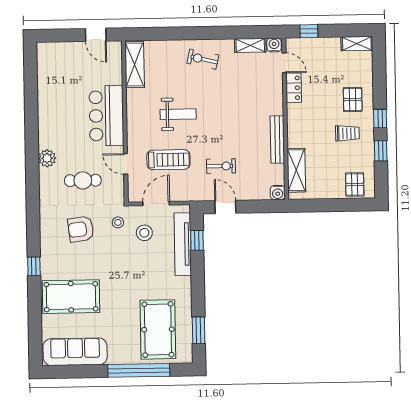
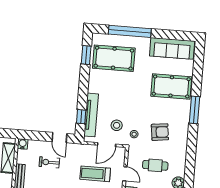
exercise bike: (221, 166) -> (49, 162), moved
window: (34, 266) -> (195, 110), width x2.17
pool table: (158, 329) -> (114, 58), turned 90

